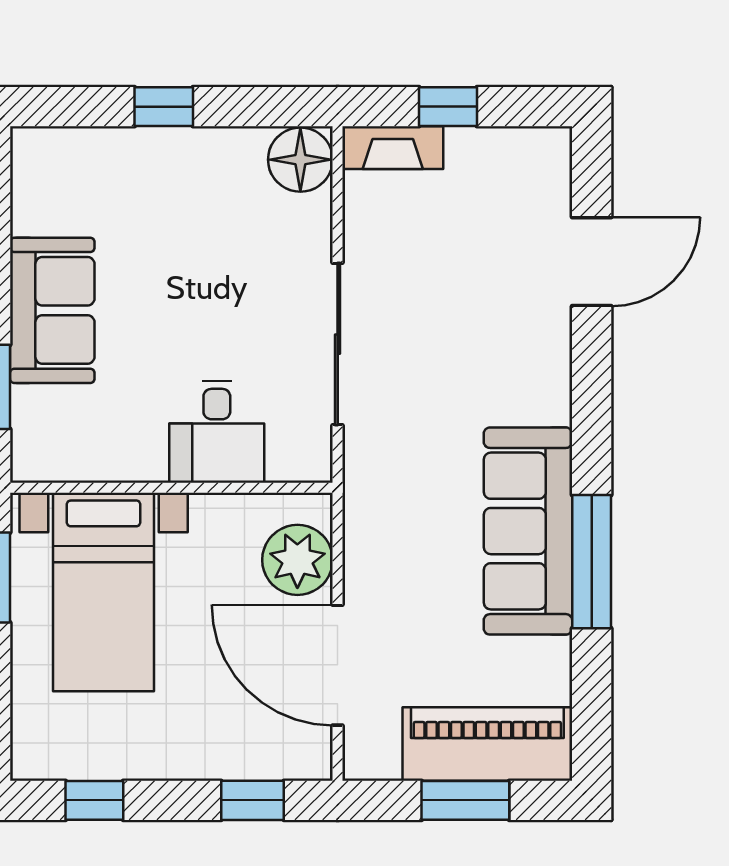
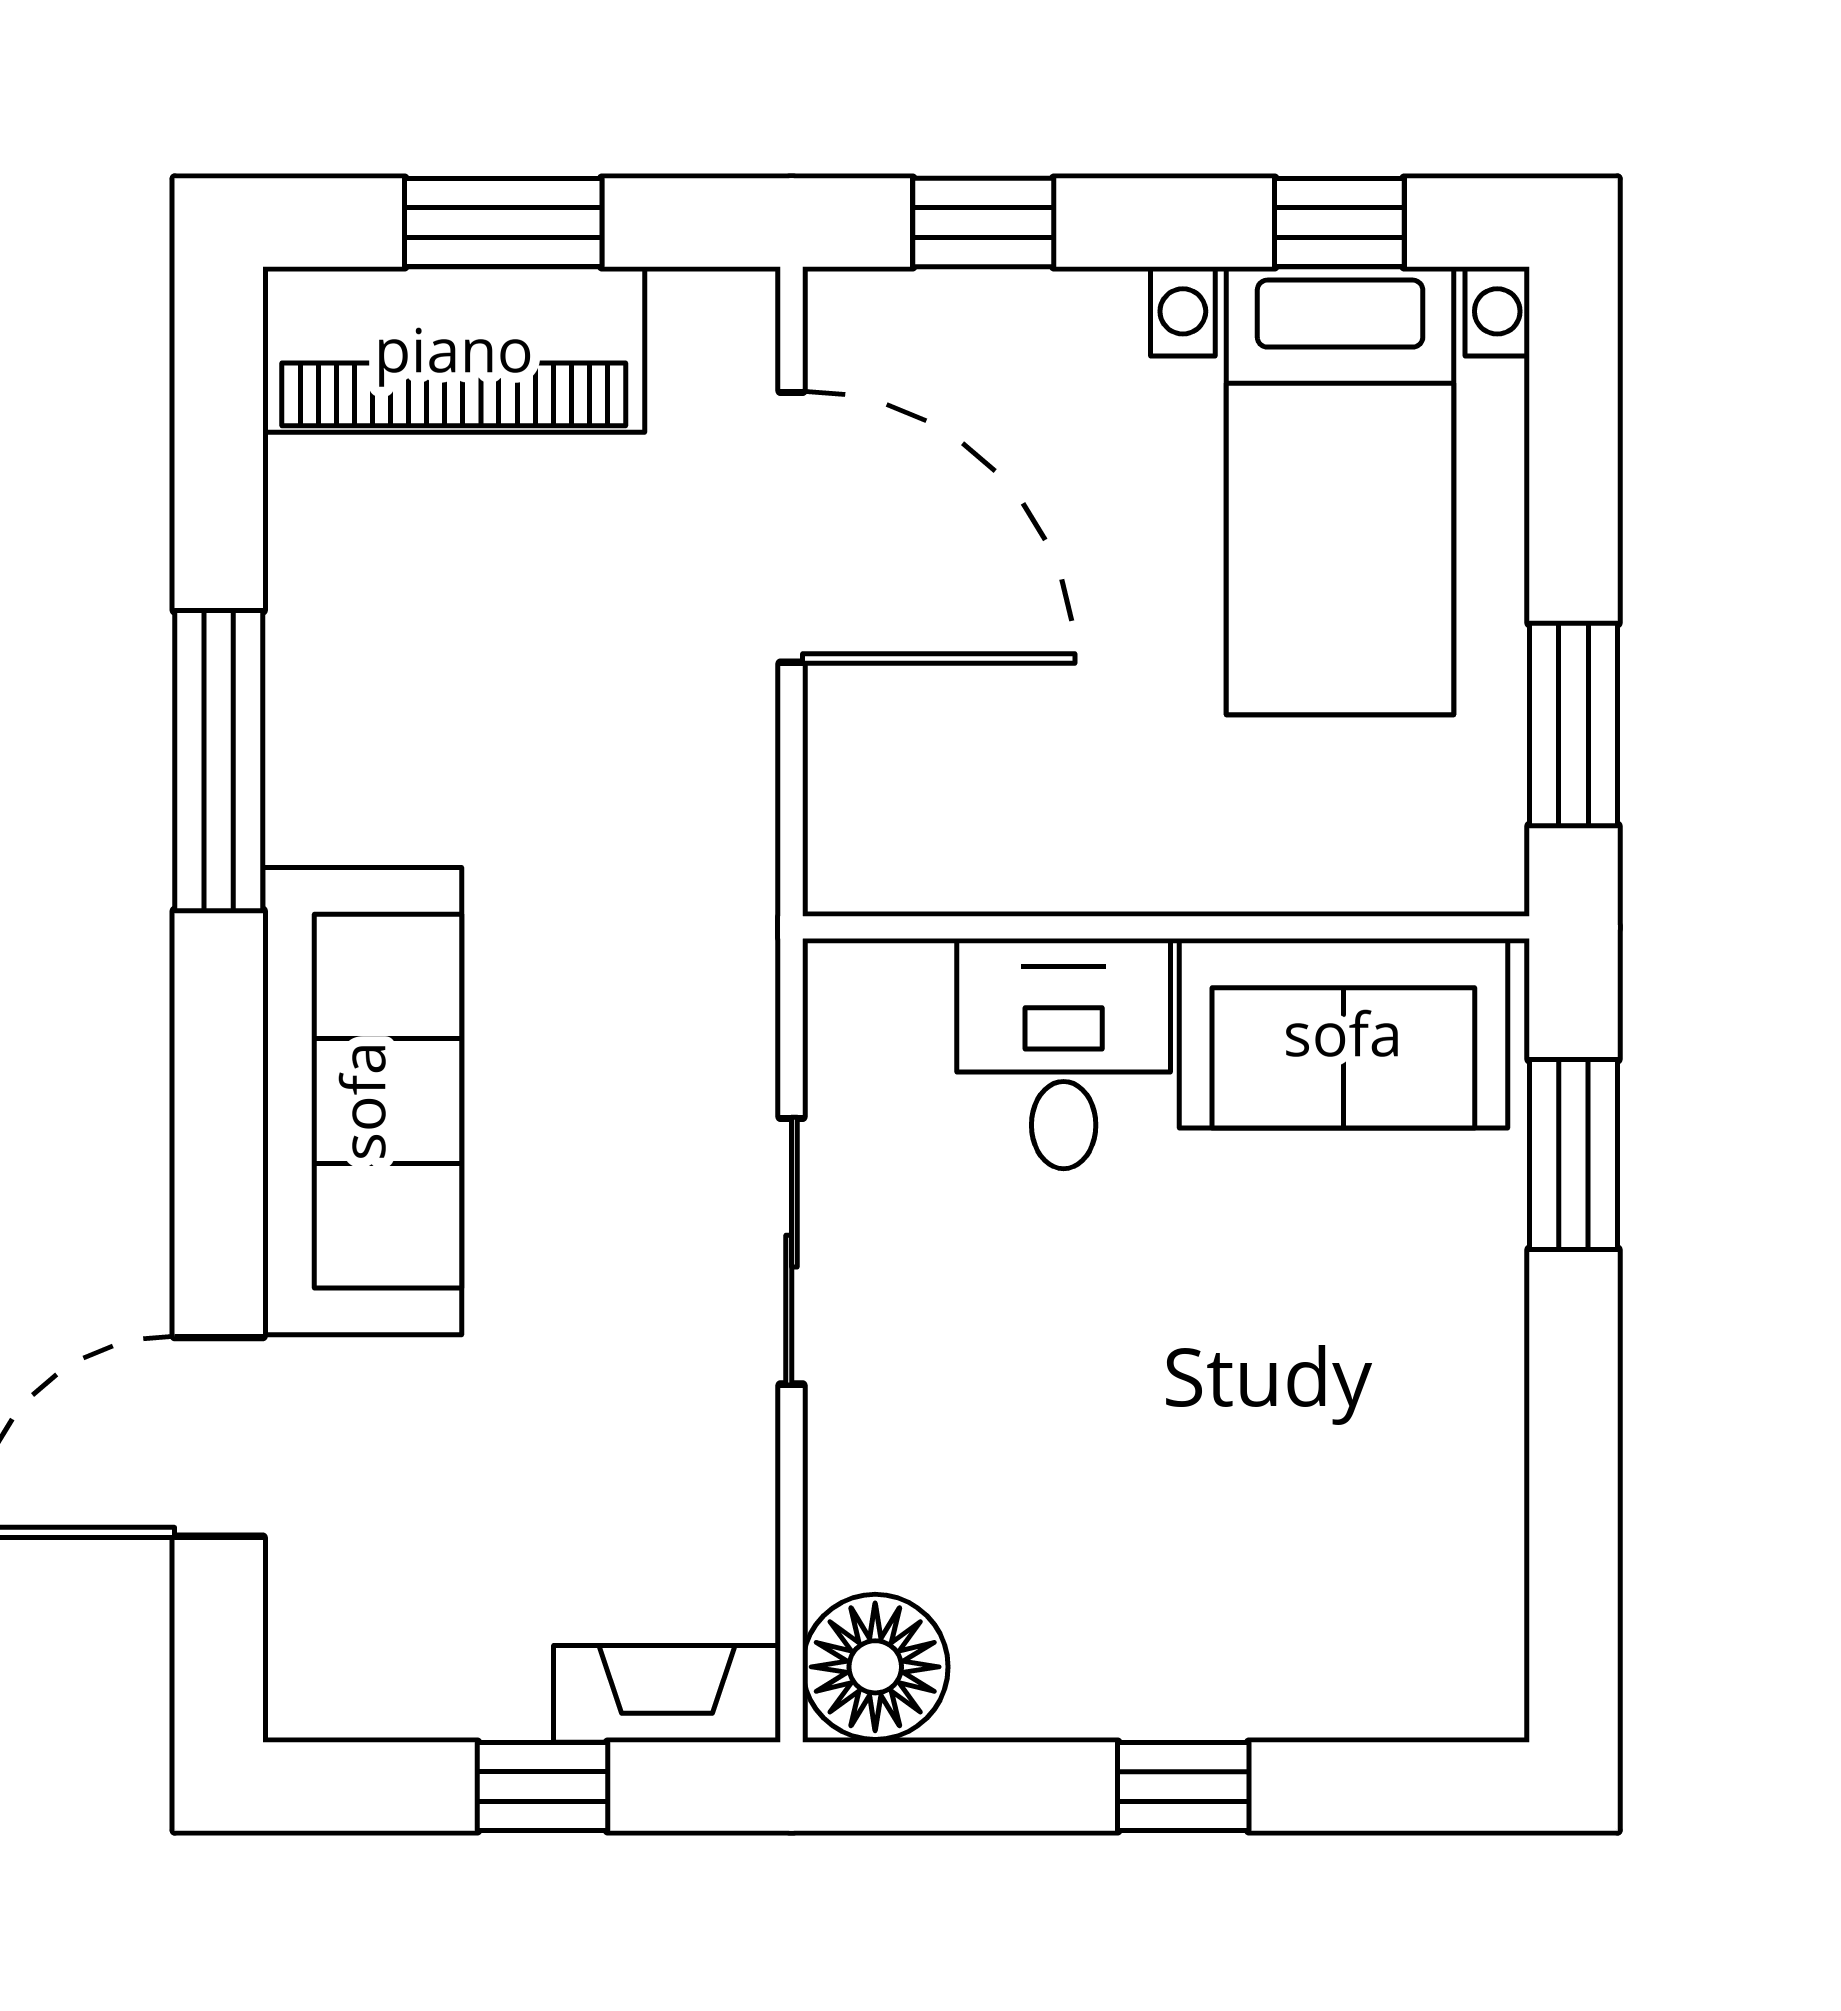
sofa: (52, 310) -> (1343, 1033), moved, turned -90
sliding door: (338, 344) -> (792, 1251), width x0.73
sofa: (528, 531) -> (362, 1101), moved
plant: (297, 560) -> (882, 764), removed
bed with nightstands: (104, 592) -> (1340, 491), moved, turned 180

